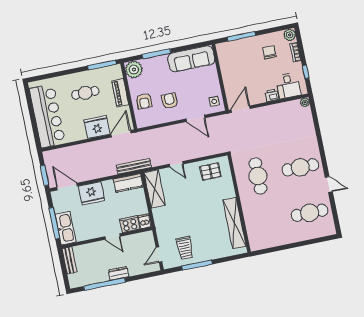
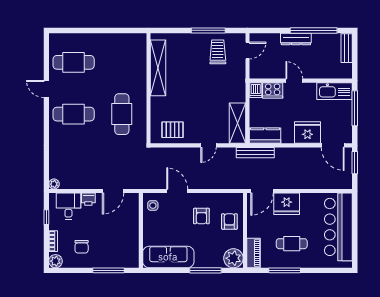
window: (102, 65) -> (285, 270), moved
piano: (120, 93) -> (254, 253), moved
door: (241, 109) -> (113, 191), moved
door: (176, 164) -> (208, 145), swing flipped
kitchen sink: (66, 228) -> (335, 91), moved, turned -90
bench: (69, 260) -> (347, 48), moved
dresser: (119, 273) -> (296, 39), width x1.44

